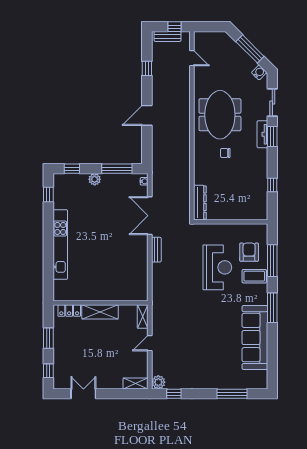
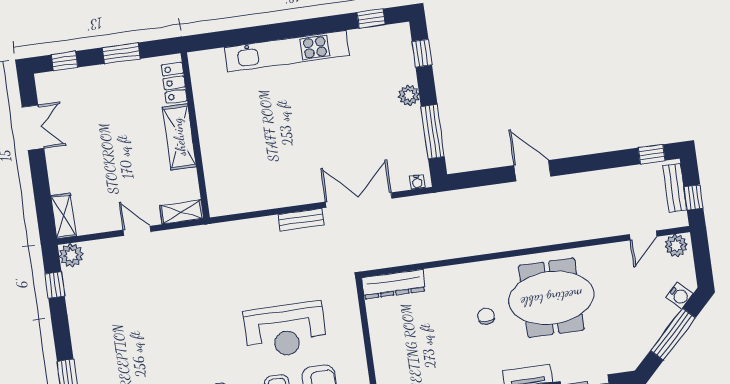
plant: (200, 40) -> (676, 245), added
window: (147, 68) -> (652, 154), moved
water cooler: (259, 72) -> (680, 296), moved

